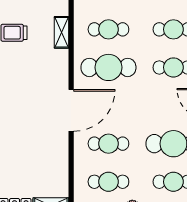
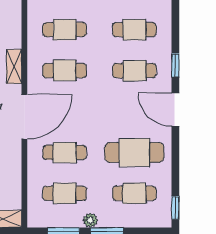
shelving: (61, 32) -> (14, 66), moved
cafe table: (108, 67) -> (65, 71), width x0.73, depth x0.74

